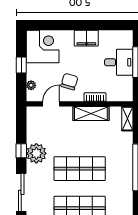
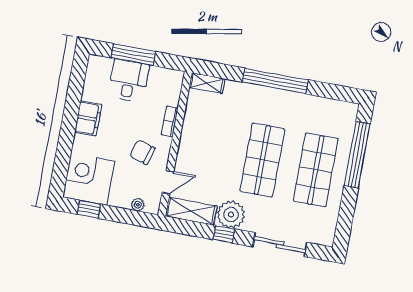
window: (21, 65) -> (89, 209), moved
door: (51, 104) -> (168, 182), swing flipped
shelving: (91, 114) -> (191, 211), moved, turned 90

